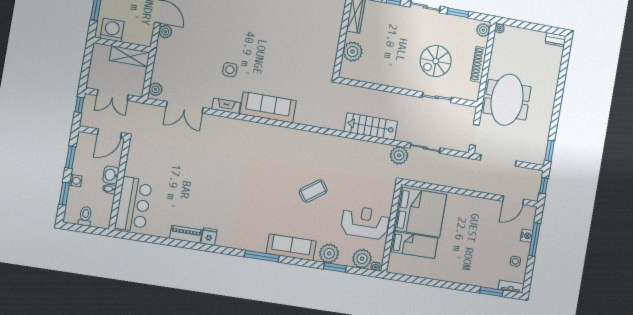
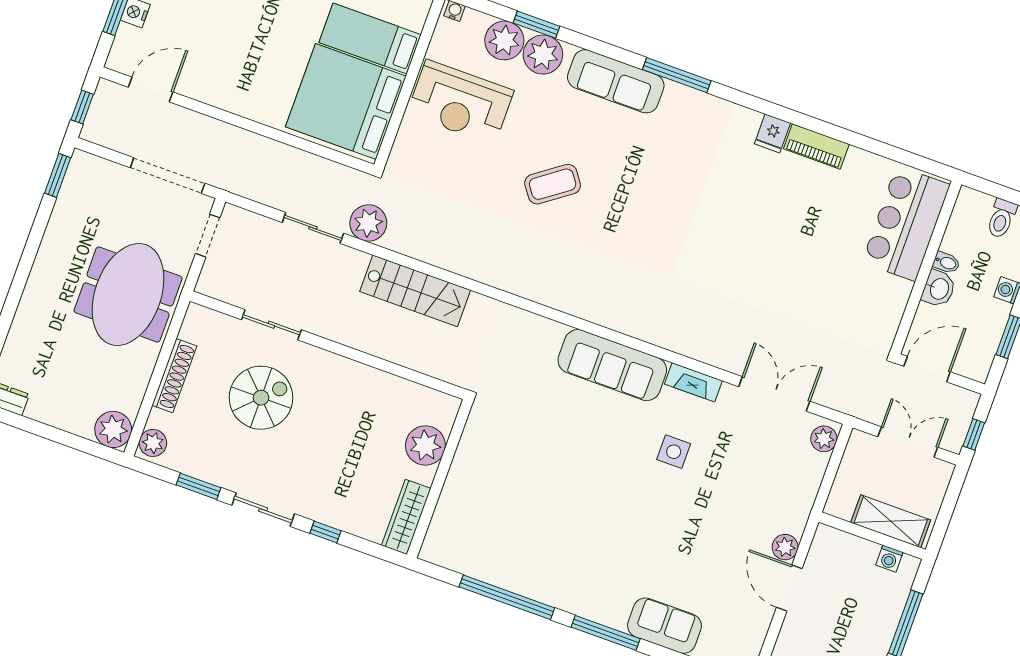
plant: (500, 28) -> (113, 429), width x1.87, depth x1.87
washing machine: (112, 30) -> (889, 559), width x0.53, depth x0.53
shelving: (130, 56) -> (891, 521), moved
plant: (362, 259) -> (504, 40), moved

